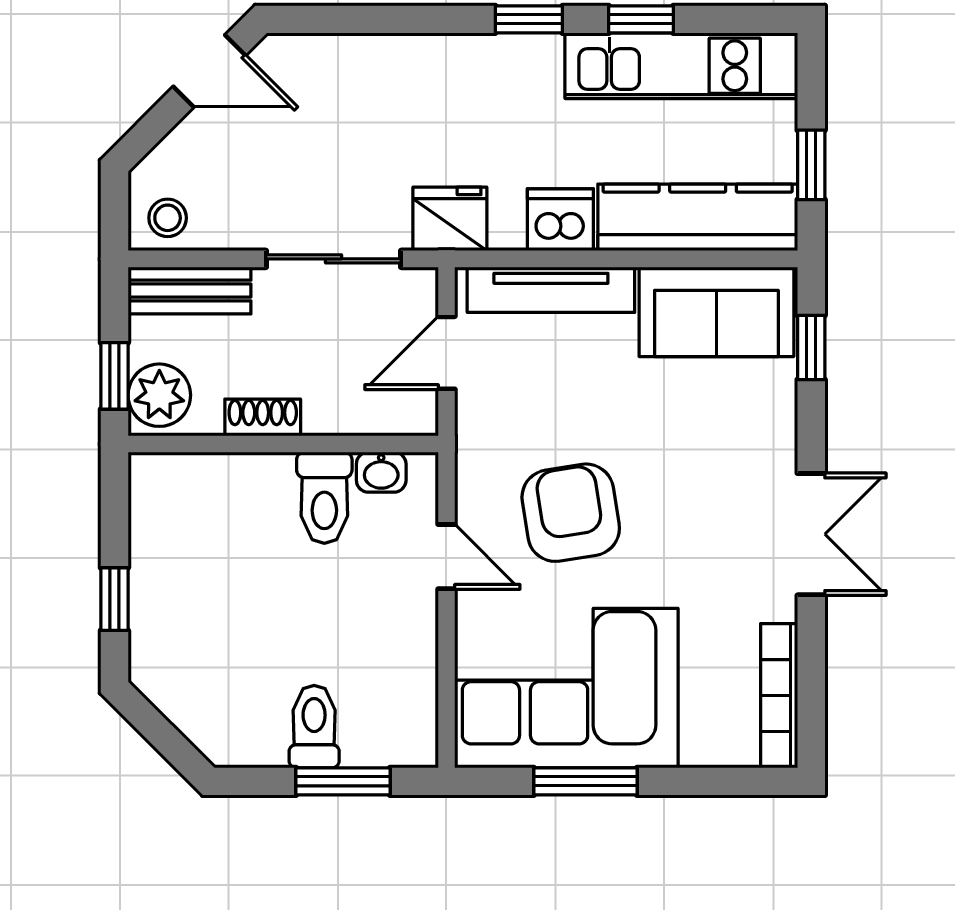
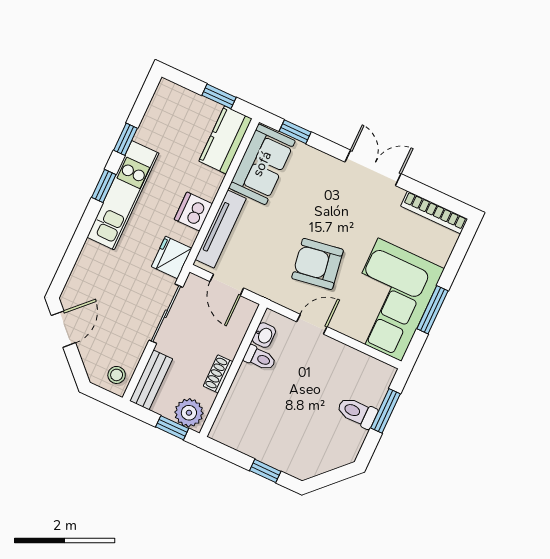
kitchen unit: (681, 66) -> (123, 195), moved
kitchen counter: (698, 217) -> (225, 140), width x0.67
toilet: (324, 498) -> (260, 358), width x0.73, depth x0.72

